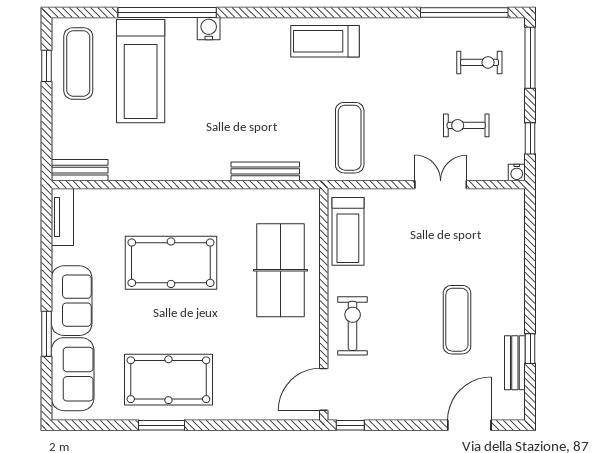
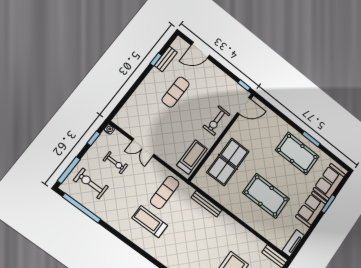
treadmill: (325, 41) -> (150, 222), moved, turned 180
exercise bike: (479, 62) -> (91, 183), width x1.38, depth x1.39

